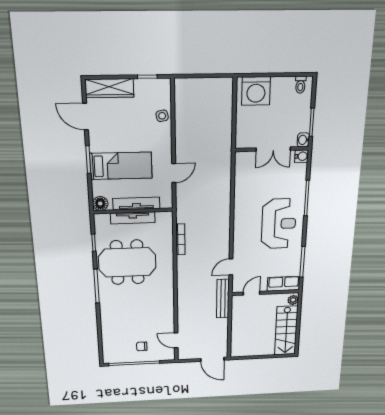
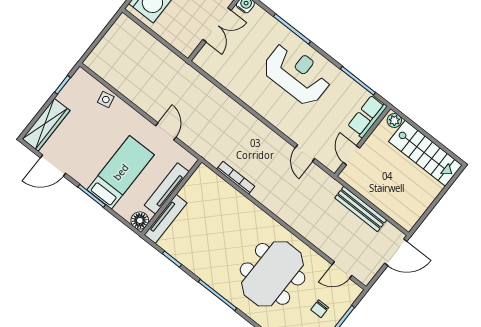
tv unit: (133, 218) -> (166, 219), moved
meeting table: (127, 262) -> (273, 274), moved
bench: (223, 299) -> (361, 209), moved

